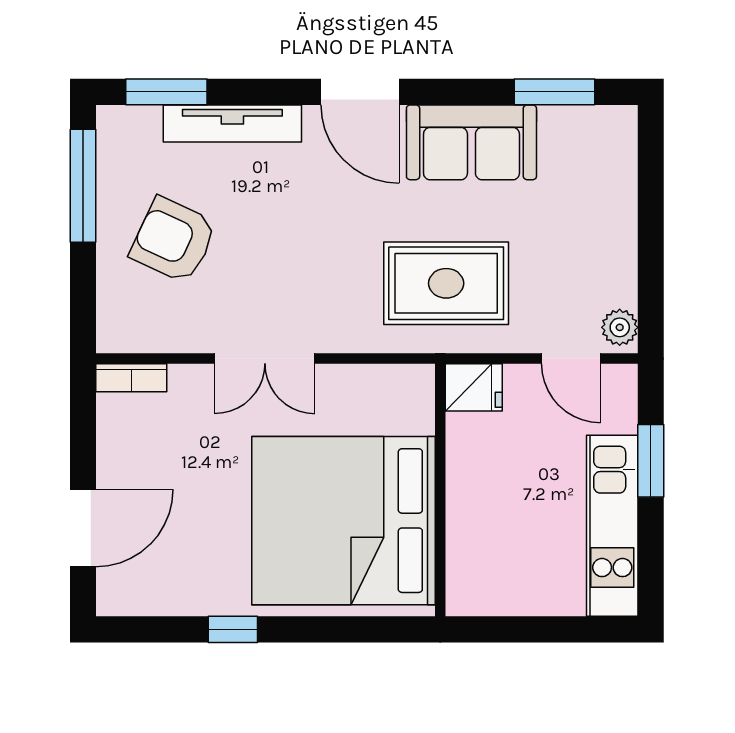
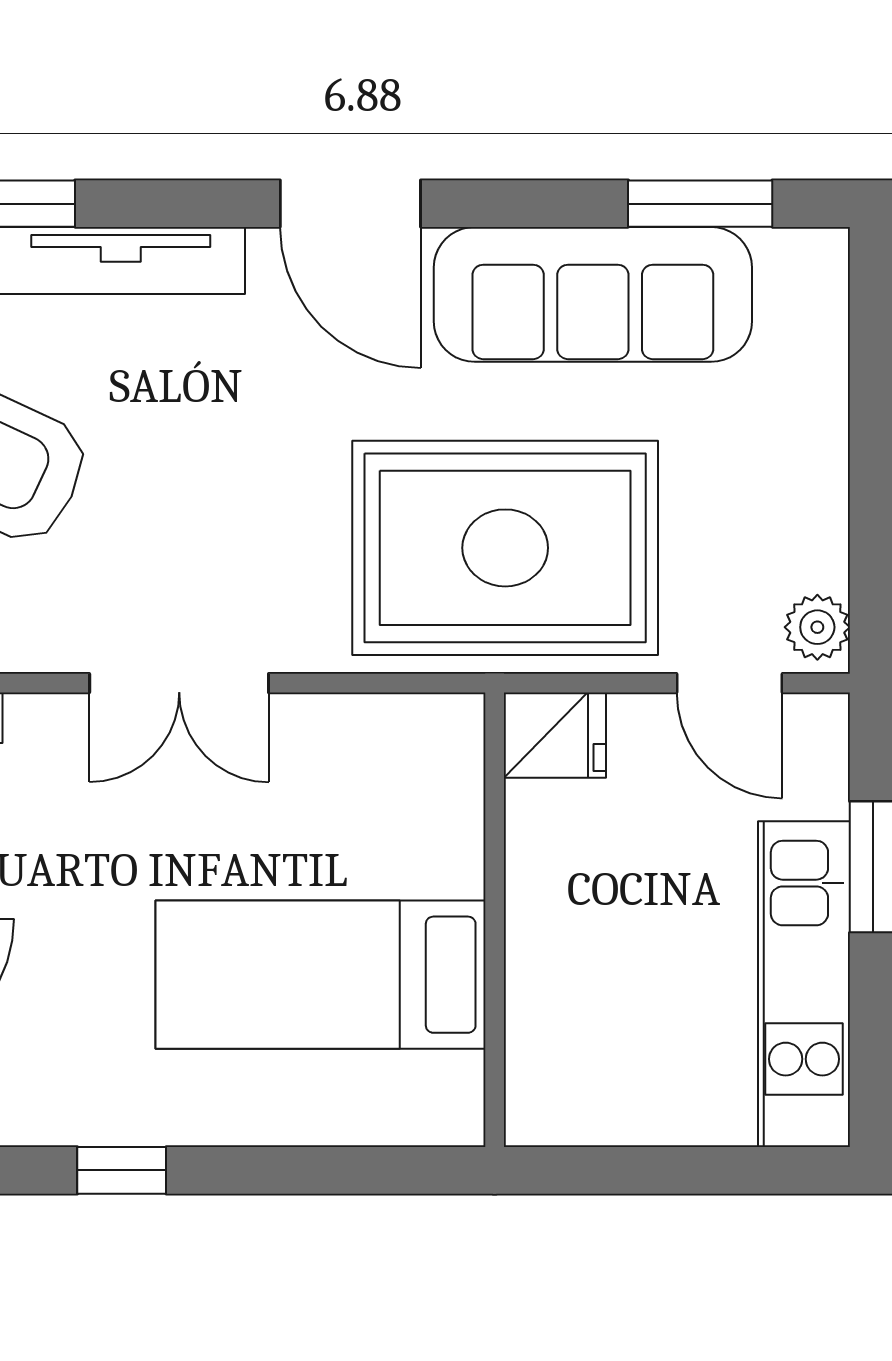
sofa: (471, 142) -> (593, 294), width x1.36
rug: (446, 283) -> (505, 548), width x1.37, depth x1.44
bed: (343, 521) -> (320, 975), width x0.49

